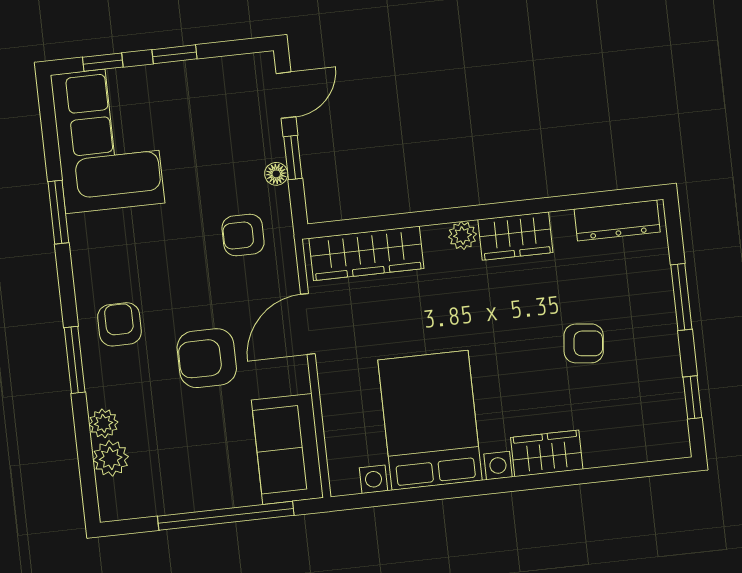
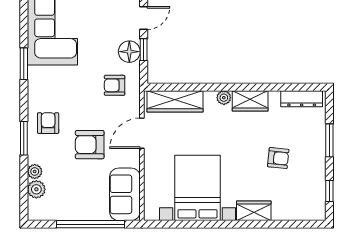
floor lamp: (276, 174) -> (129, 52), width x1.89, depth x1.89

